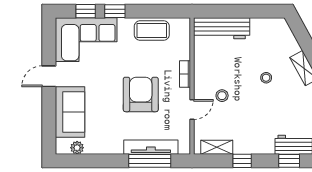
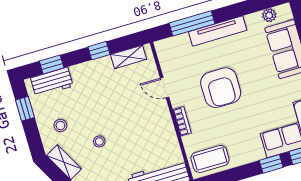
coffee table: (152, 30) -> (210, 159), moved
stool: (222, 96) -> (60, 126), moved
door: (192, 110) -> (165, 88), hinge flipped
tv unit: (151, 147) -> (218, 31), moved

